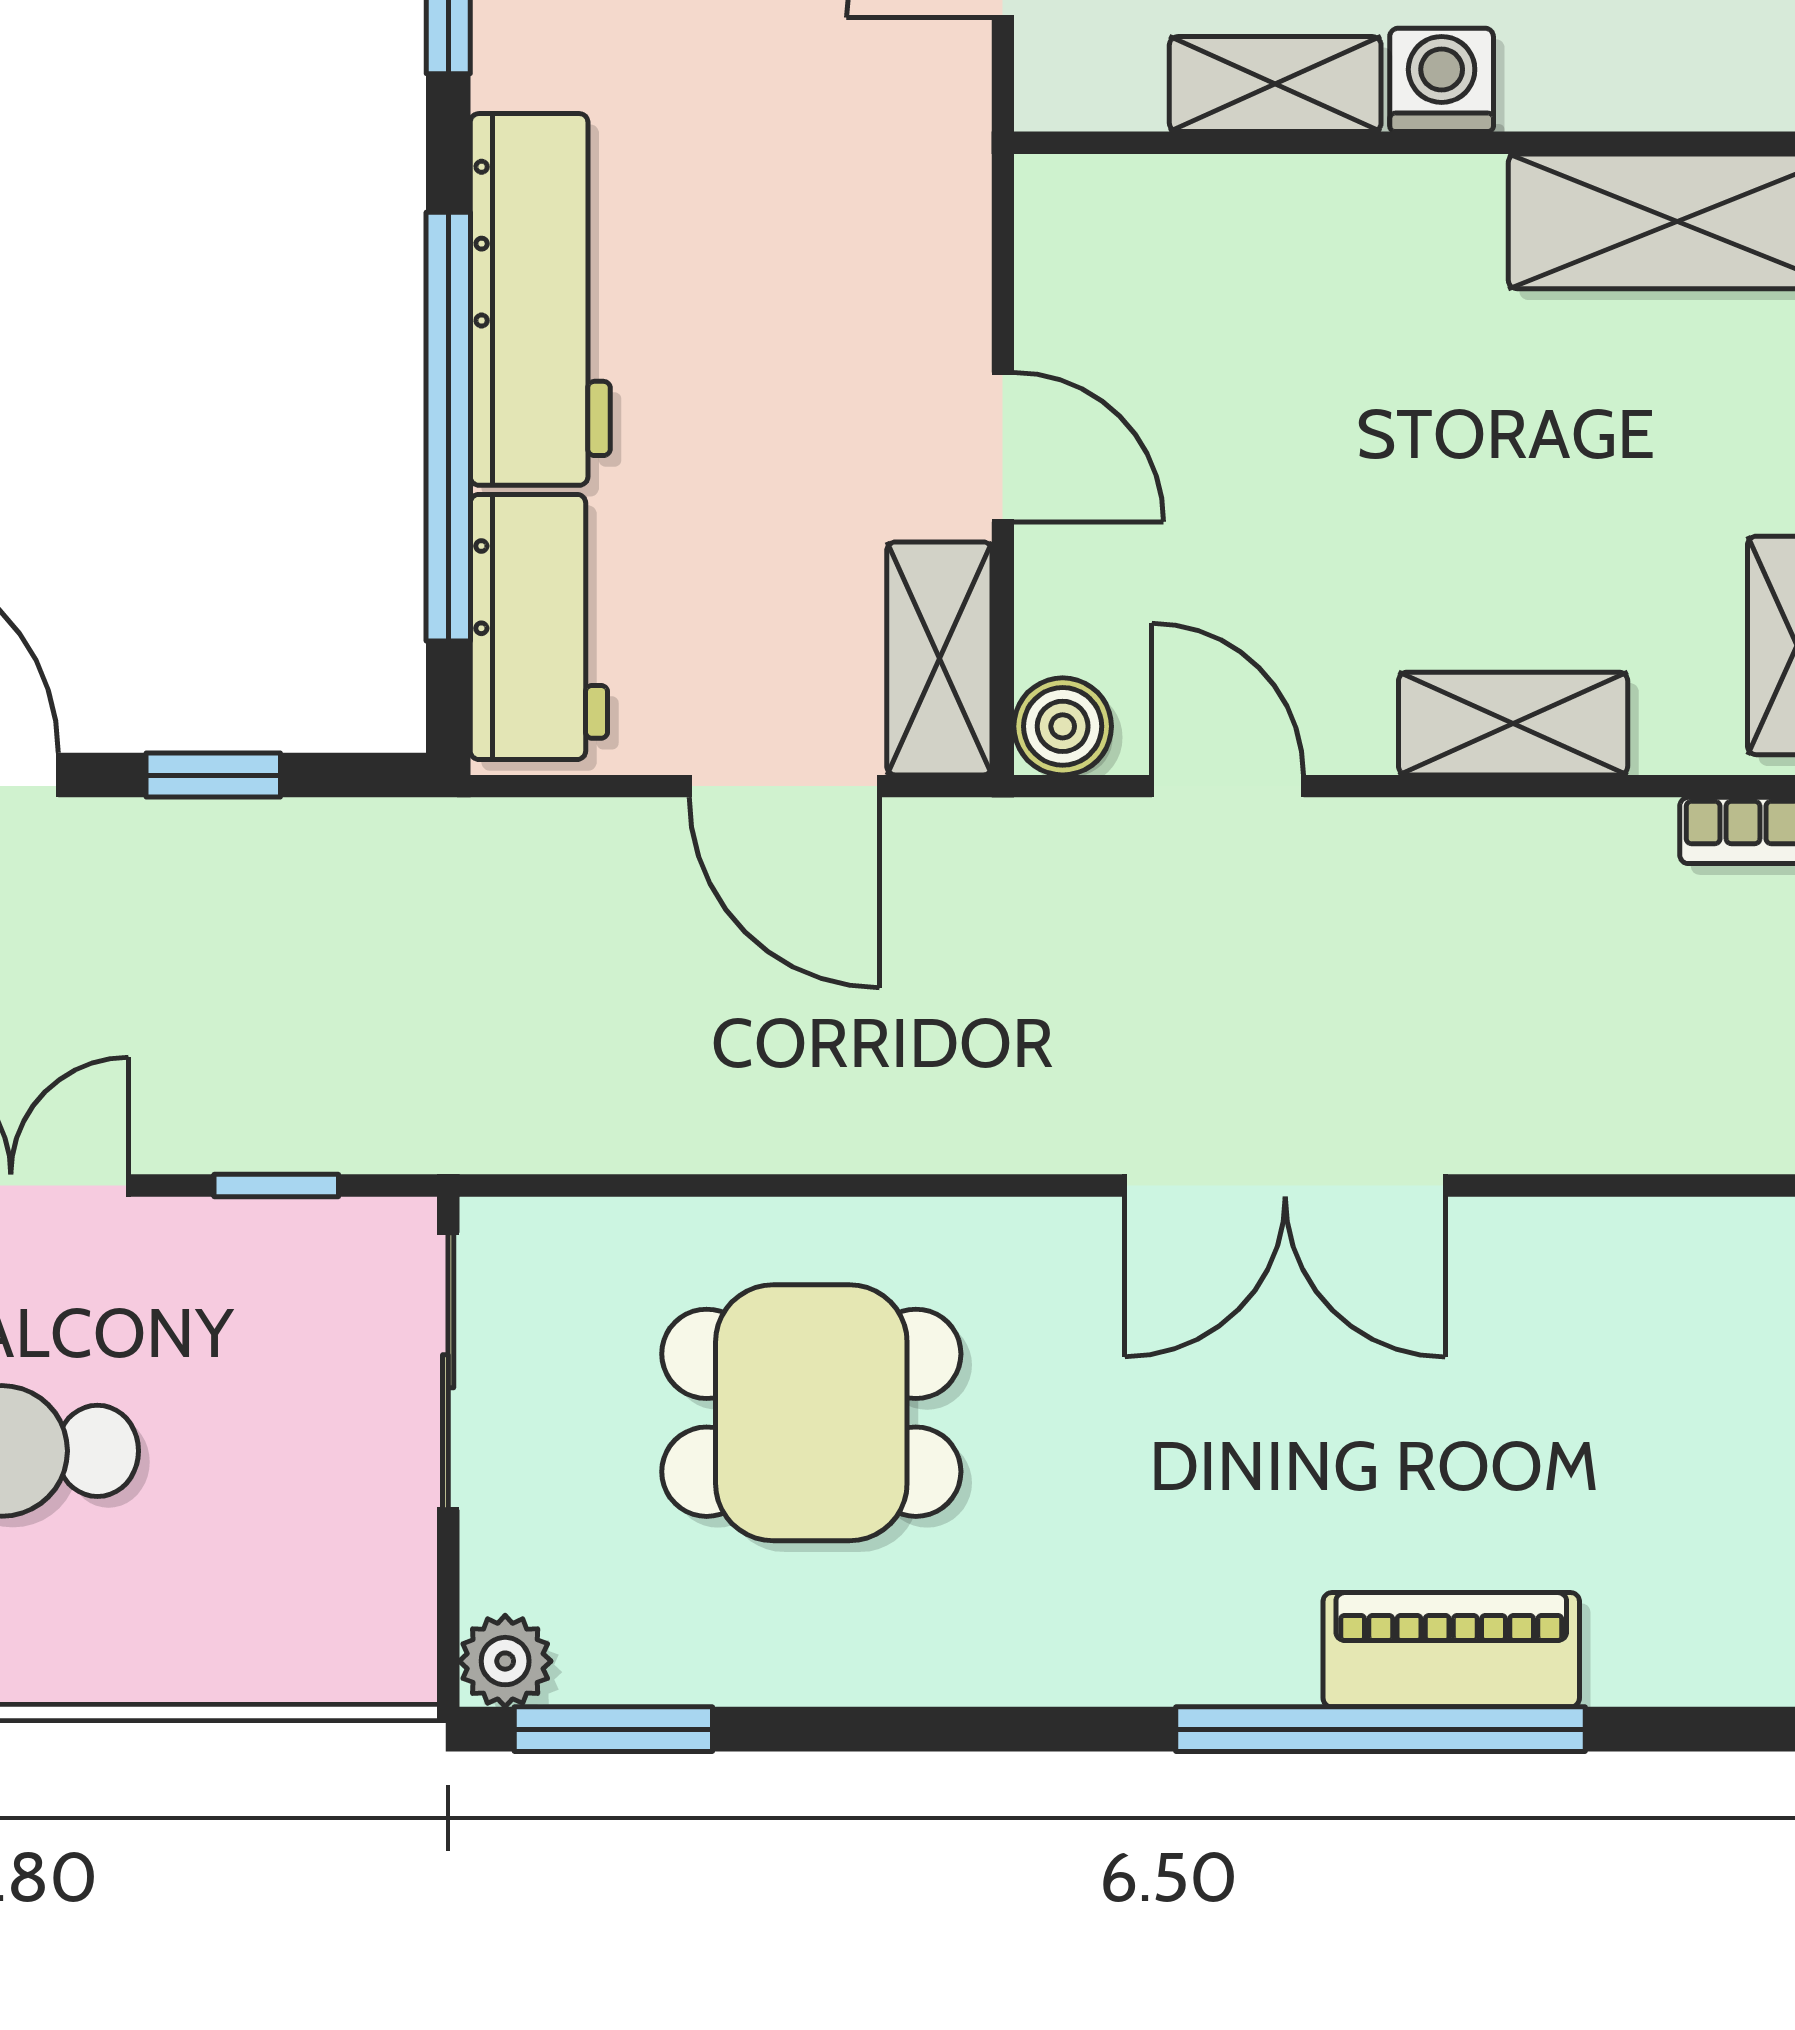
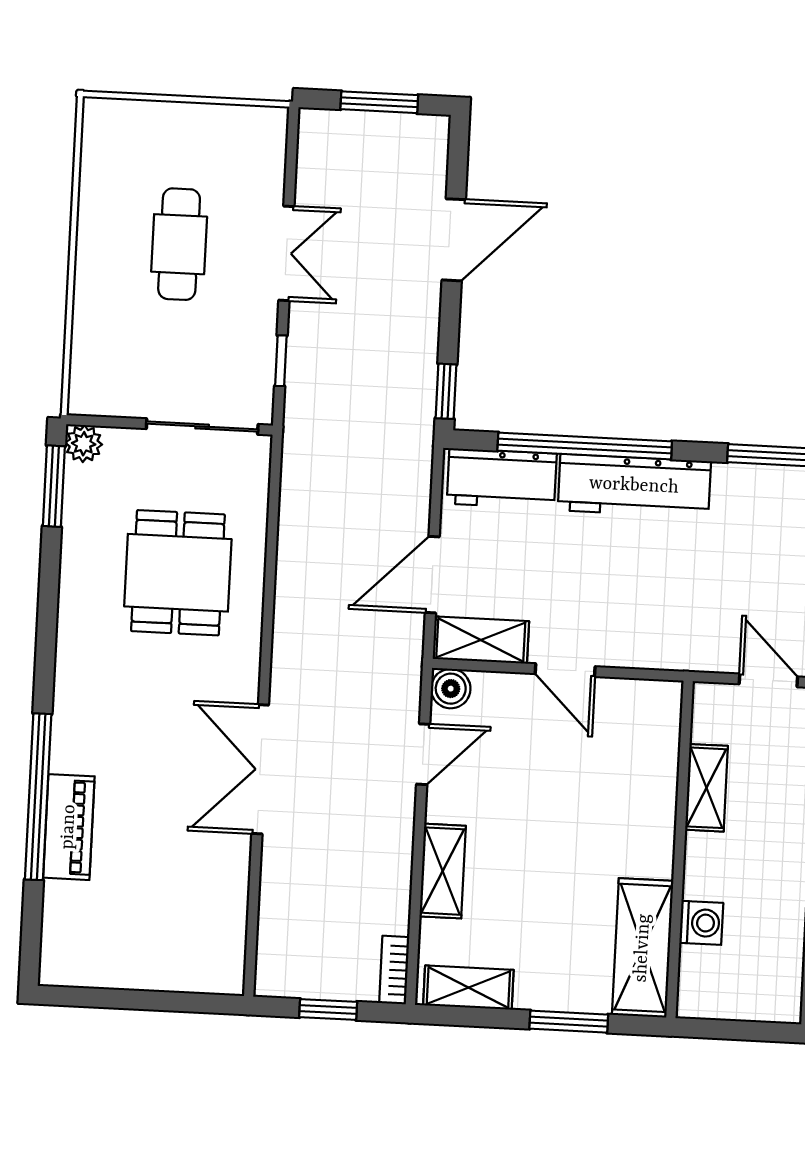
washing machine: (1442, 80) -> (701, 923), moved
door: (1003, 447) -> (565, 670), hinge flipped
window: (213, 775) -> (446, 391), moved

